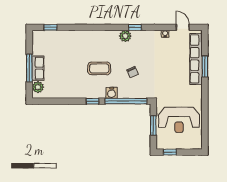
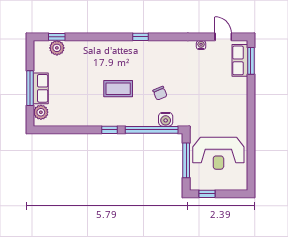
window: (135, 27) -> (140, 37), moved
plant: (125, 36) -> (57, 48), moved
row of seats: (196, 59) -> (240, 60), width x0.50
window: (205, 67) -> (251, 61), moved
water cooler: (112, 93) -> (166, 119), moved
window: (153, 125) -> (186, 160), width x1.44

